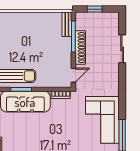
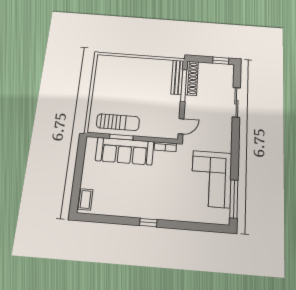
window: (95, 9) -> (221, 61), moved
bench: (67, 24) -> (177, 77), width x1.36
shoe rack: (80, 48) -> (192, 78), moved

